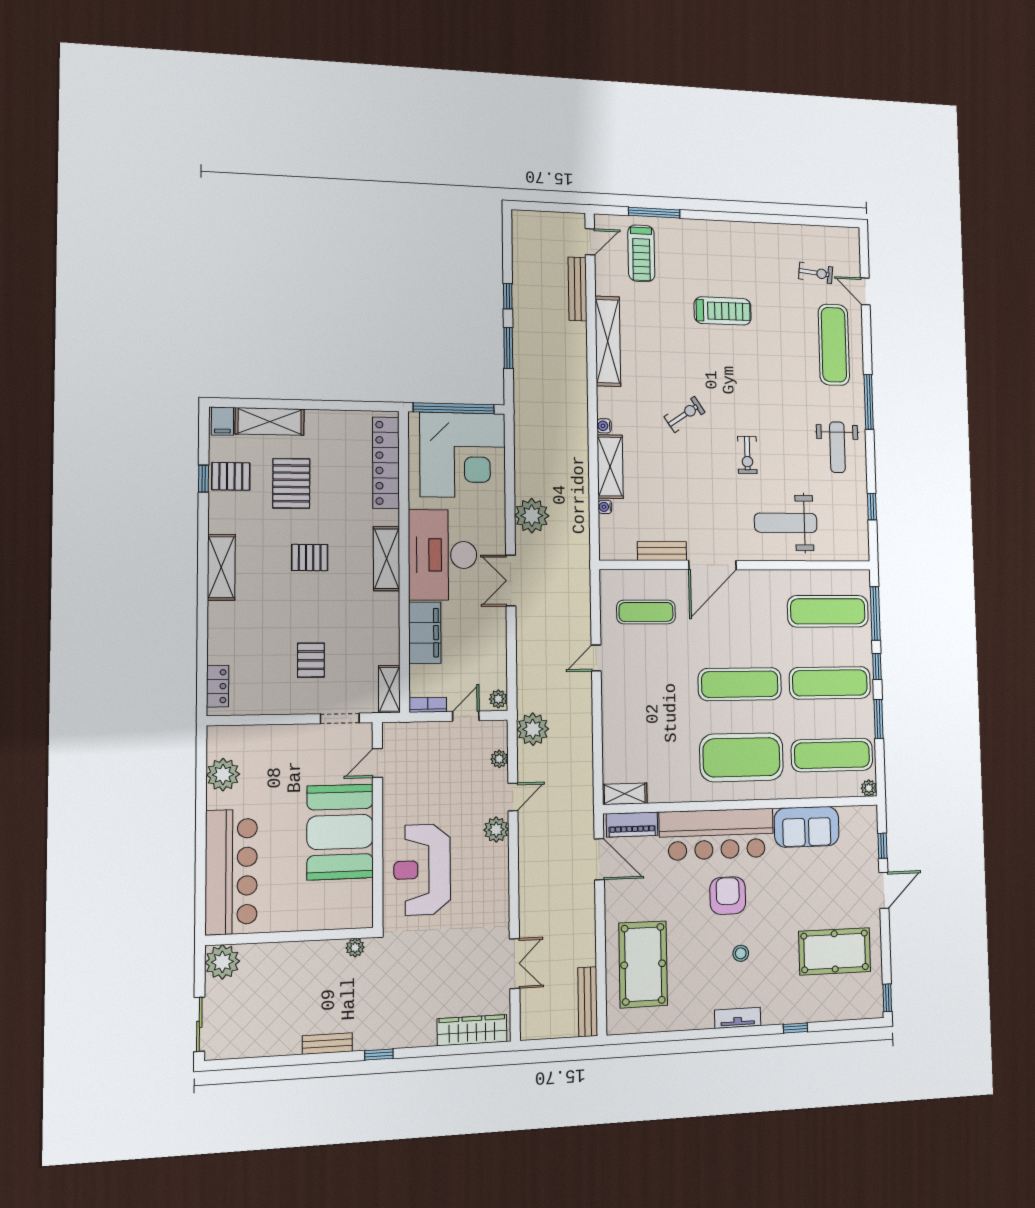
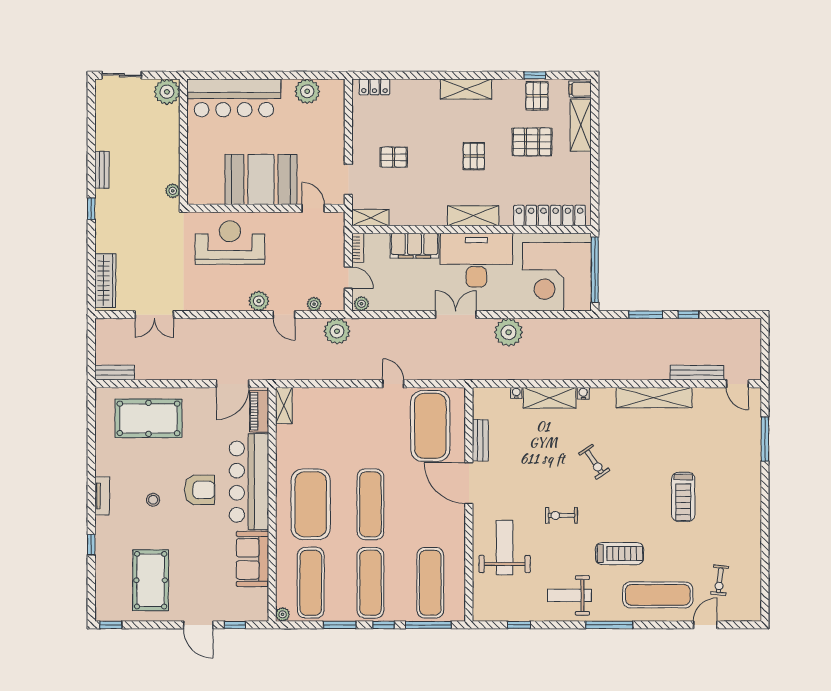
treadmill: (641, 253) -> (620, 554), moved, turned 180
exercise mat: (646, 612) -> (430, 426), width x2.00, depth x1.45
bench: (588, 1002) -> (115, 373), width x0.73

